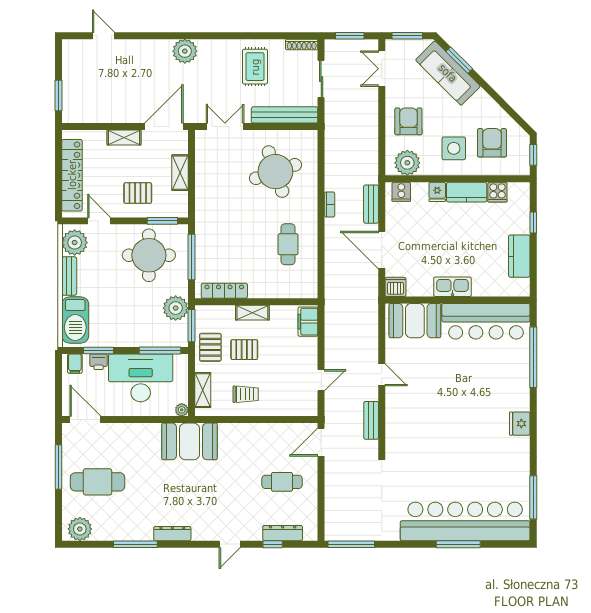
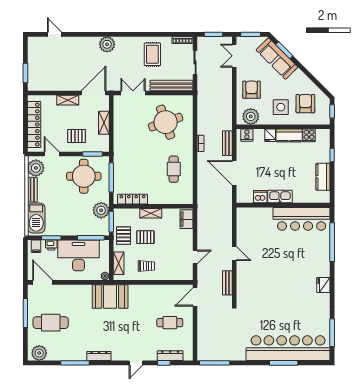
dishwasher: (395, 287) -> (260, 197), moved
booth: (415, 321) -> (256, 218), removed

